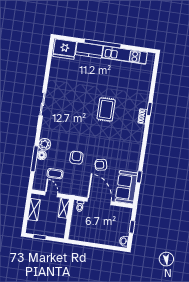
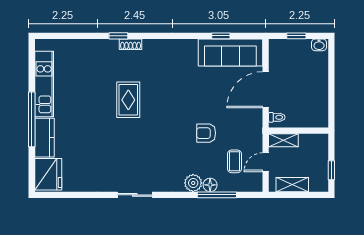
rug: (106, 109) -> (128, 100), turned 90
armchair: (101, 165) -> (211, 95), removed
sofa: (126, 187) -> (230, 53), width x1.36

